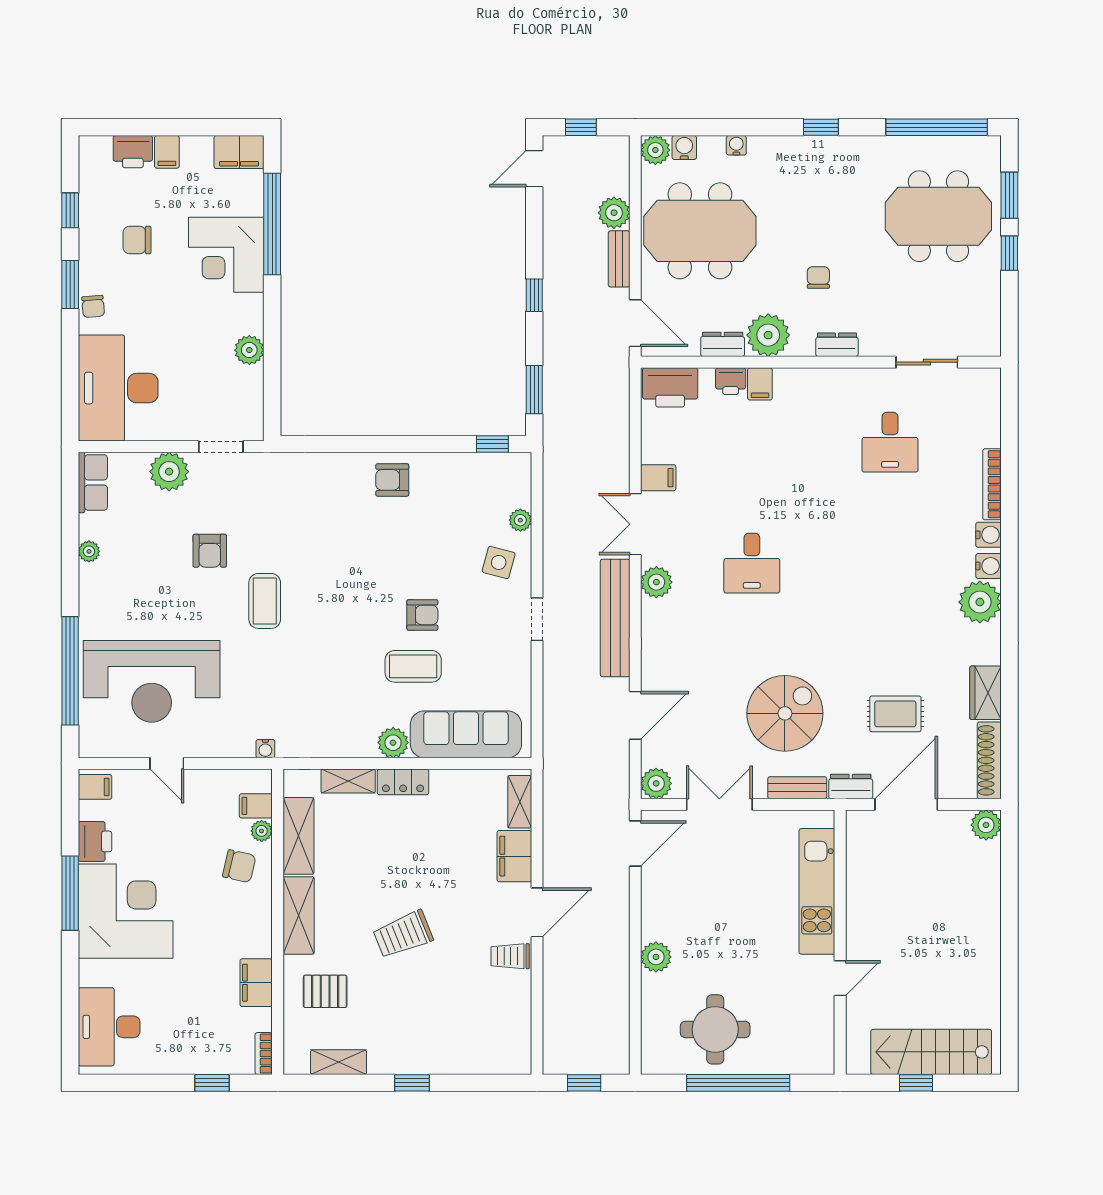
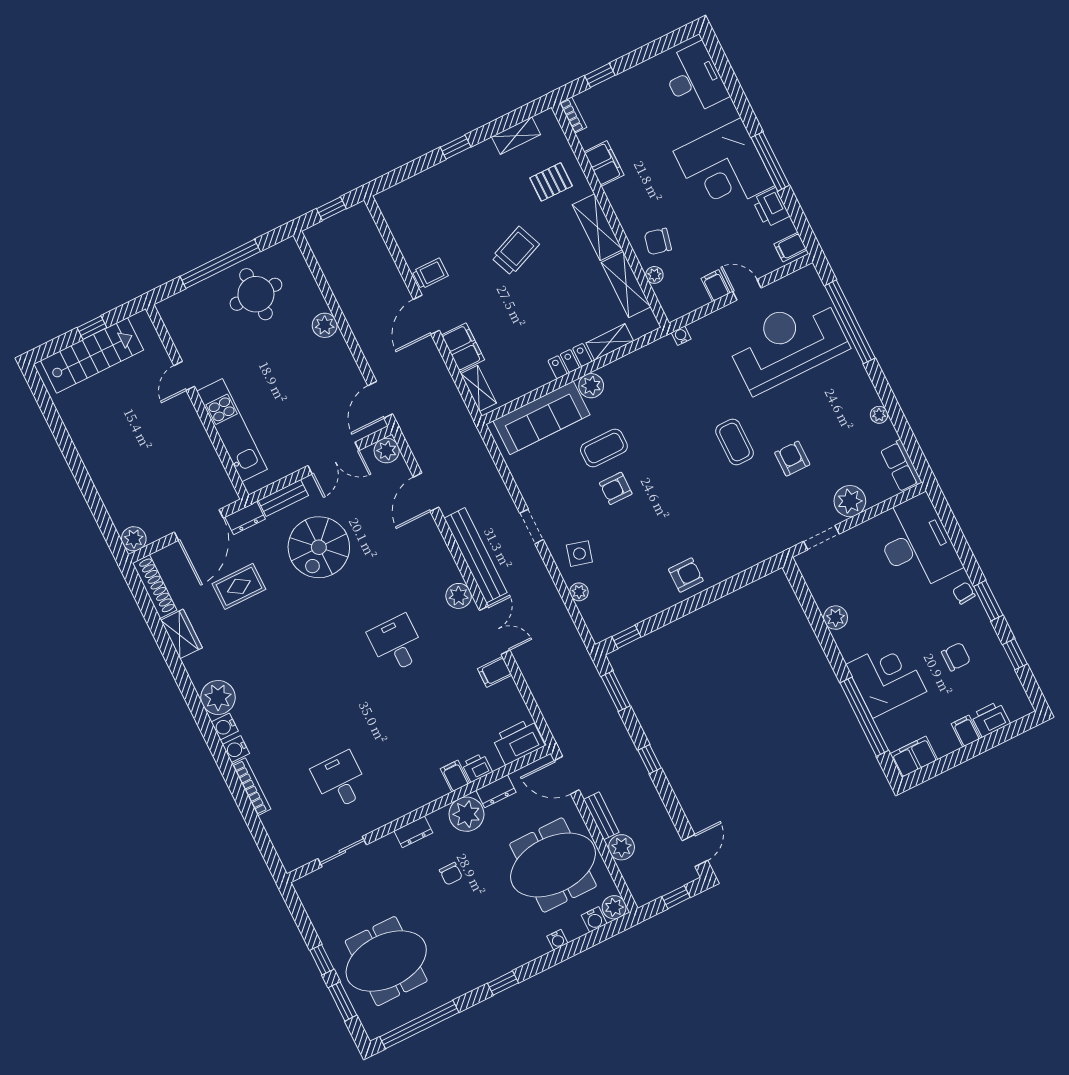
filing cabinet: (256, 806) -> (716, 286), moved, turned -90

